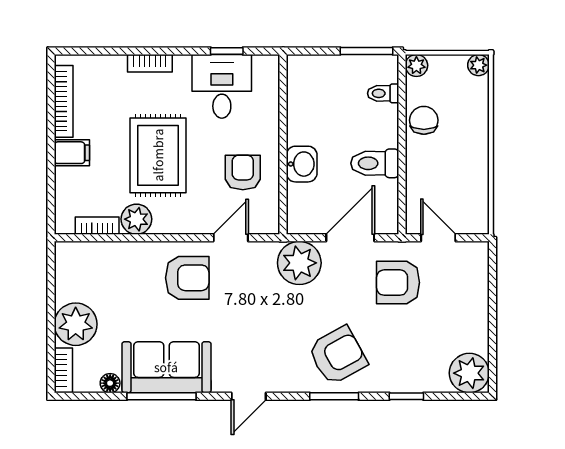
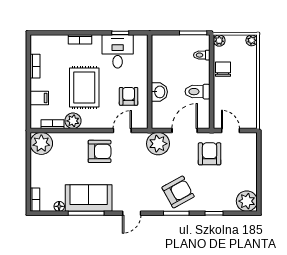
bookcase: (64, 101) -> (35, 66), width x0.64
filing cabinet: (72, 153) -> (39, 98), moved
armchair: (398, 283) -> (210, 154), turned 90
plant: (76, 324) -> (41, 143), moved

